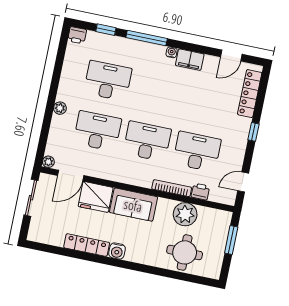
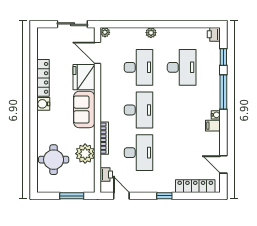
filing cabinet: (190, 60) -> (213, 126), width x0.50
printer: (200, 192) -> (106, 174), moved

